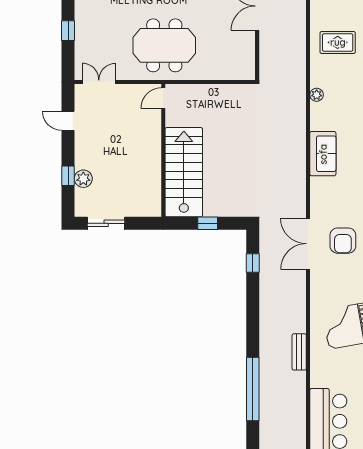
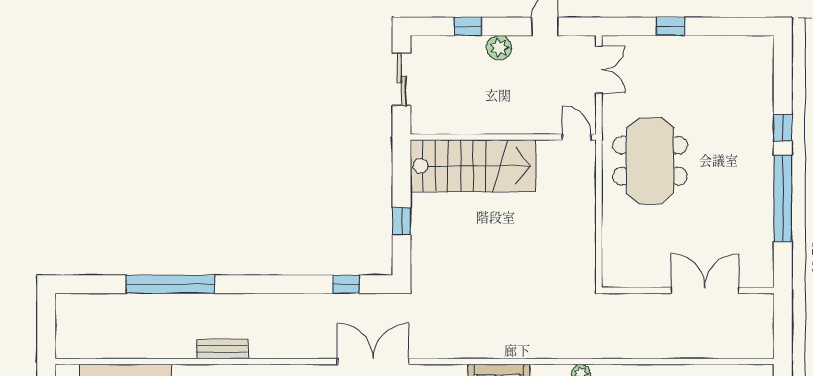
door: (163, 98) -> (577, 137), moved
wall: (163, 150) -> (503, 137), moved
stairs: (184, 172) -> (473, 166), moved
plant: (83, 179) -> (499, 48), moved

